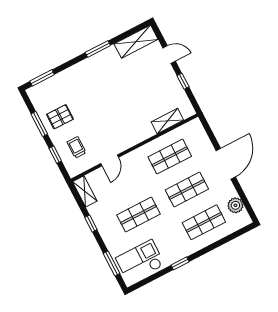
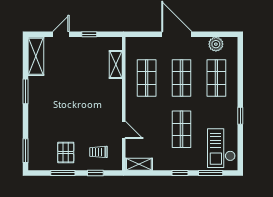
window: (91, 224) -> (180, 173), moved

